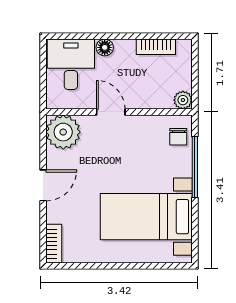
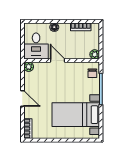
desk: (71, 64) -> (36, 46), moved, turned 180
plant: (63, 132) -> (29, 67), width x0.53, depth x0.53
door: (43, 185) -> (22, 98), hinge flipped

